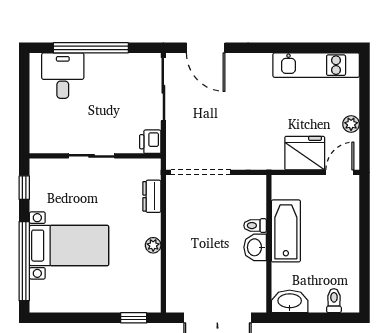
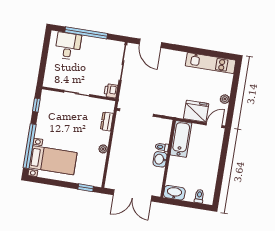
bathtub: (286, 231) -> (181, 139), moved
bed with nightstands: (69, 246) -> (53, 160), moved

